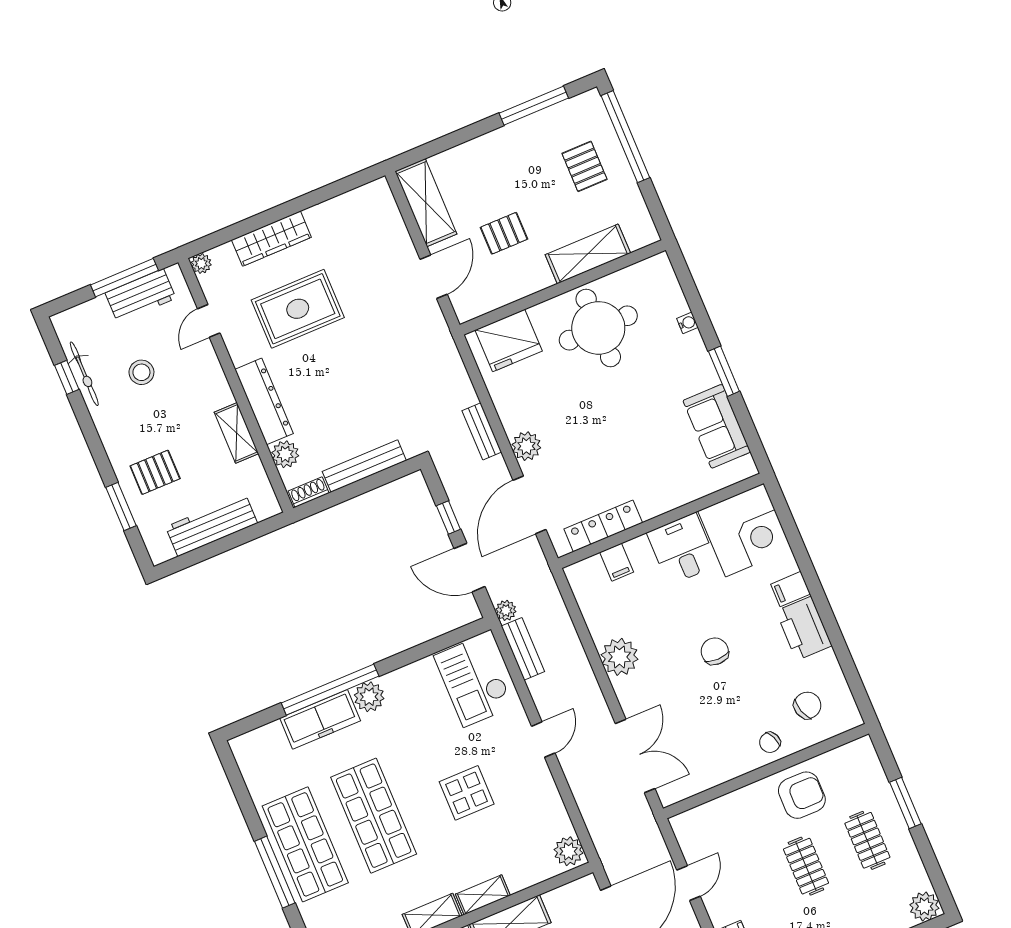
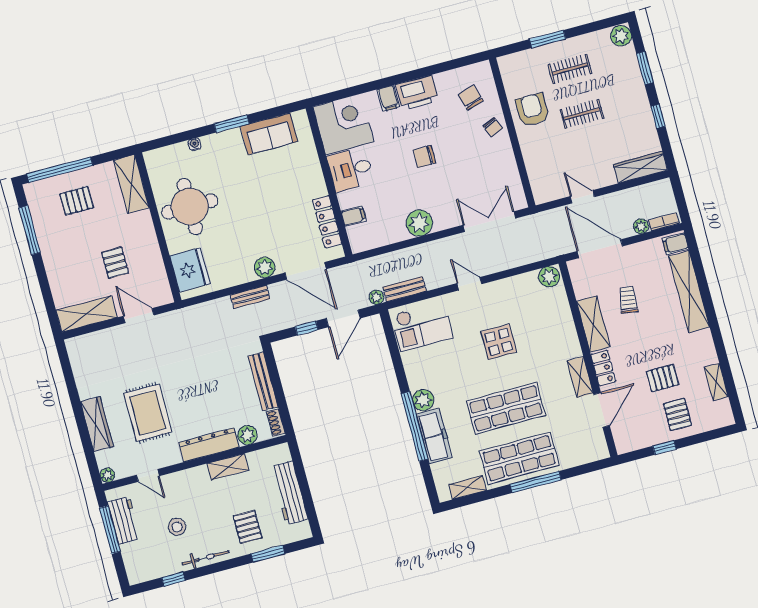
shelving: (588, 254) -> (131, 184), moved
bicycle: (84, 374) -> (206, 558), moved
shelving: (483, 895) -> (467, 487), moved, turned 90

